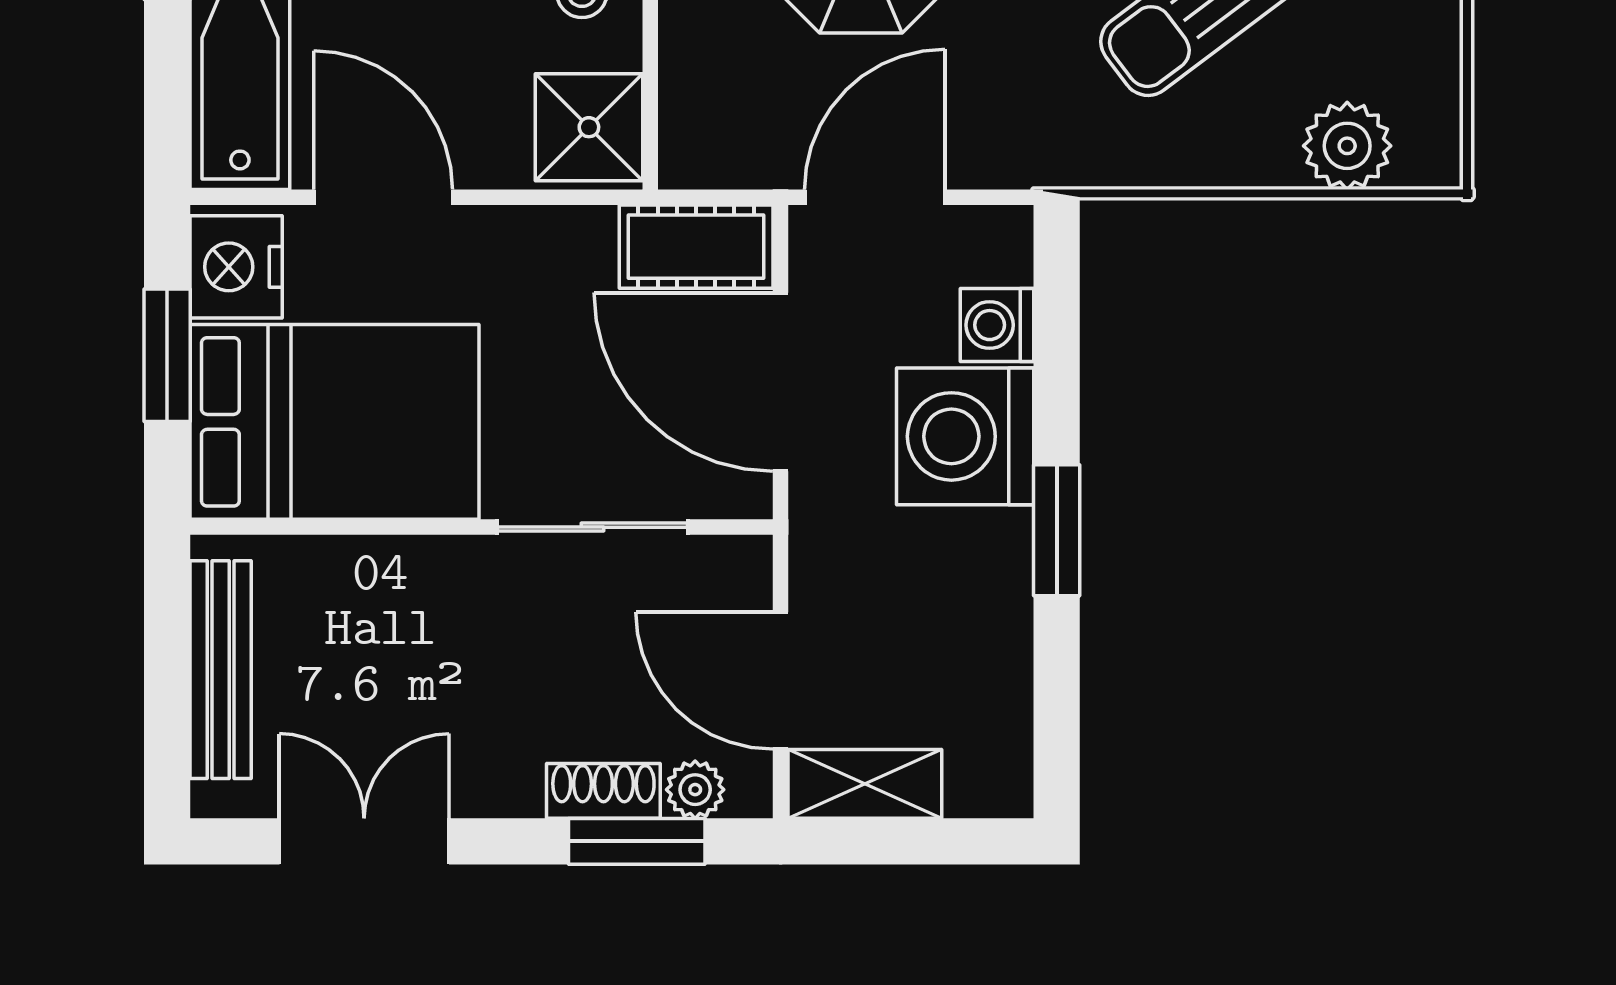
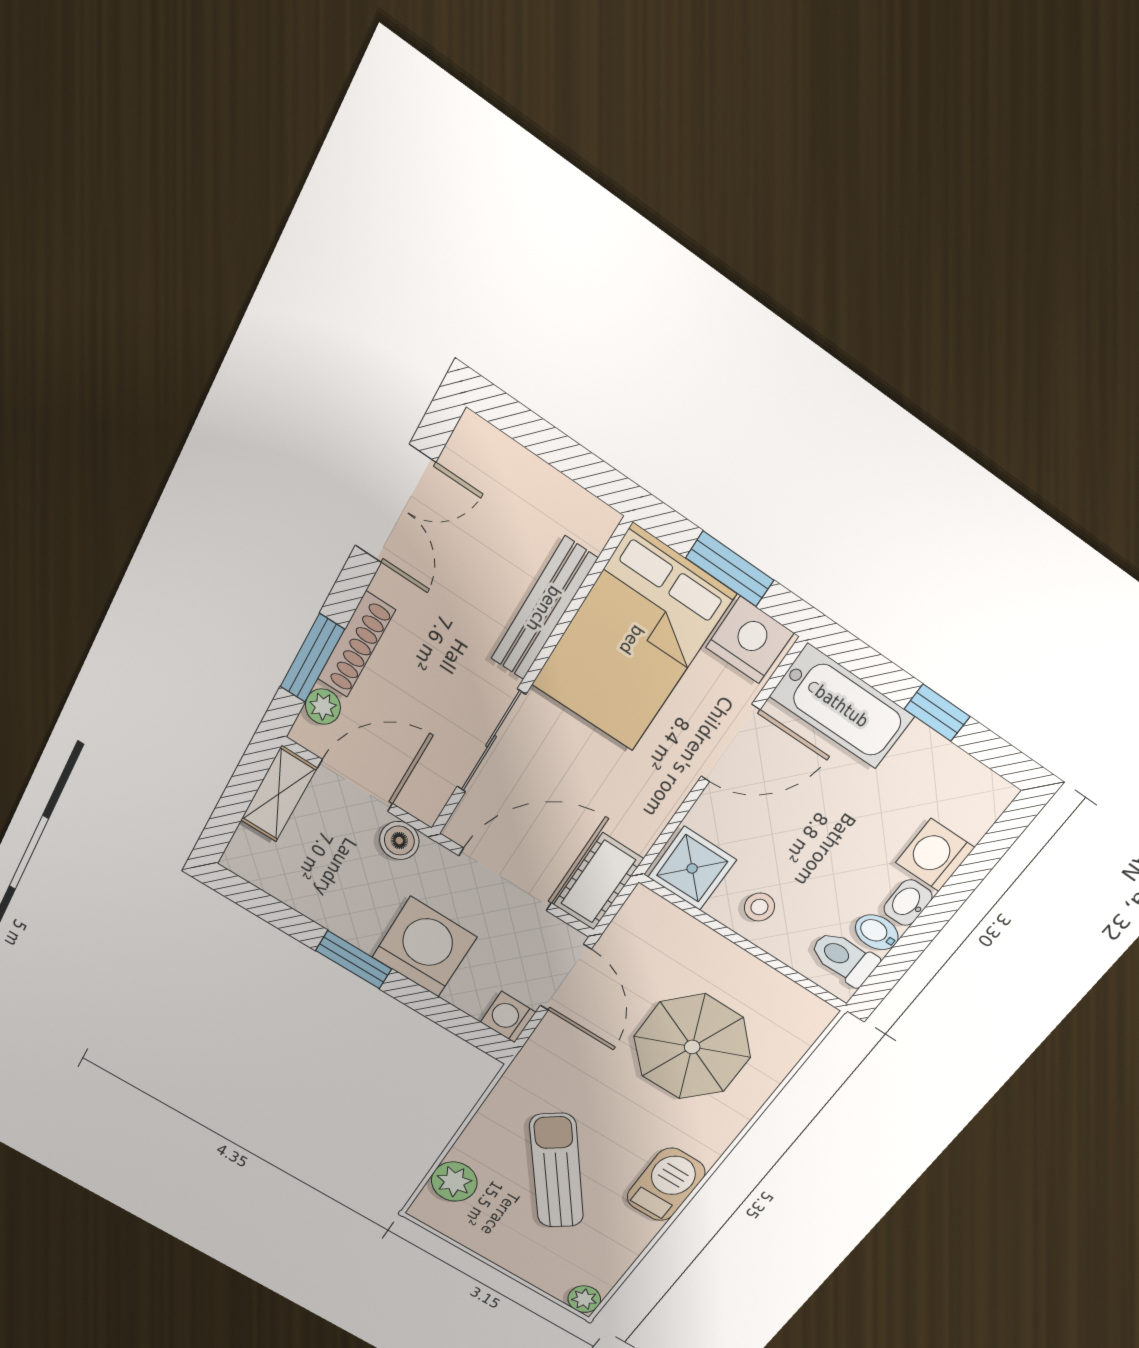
washing machine: (997, 325) -> (508, 1017), moved, turned -90
boiler: (822, 571) -> (399, 841), added
bench: (221, 670) -> (544, 609), moved, turned 90
shoe rack: (603, 791) -> (356, 645), width x1.43

